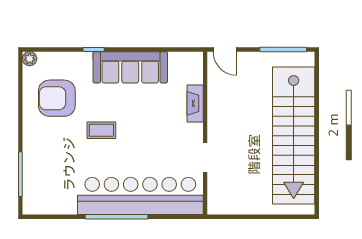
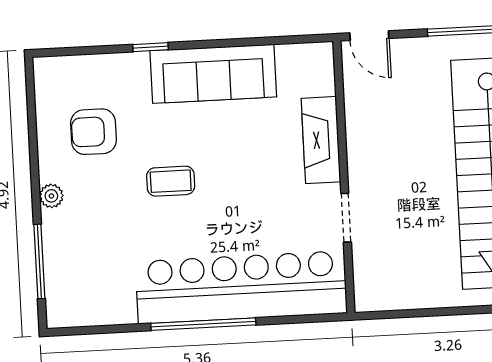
plant: (30, 59) -> (51, 196), moved
armchair: (57, 98) -> (93, 132), width x0.73, depth x0.73
fireplace: (195, 103) -> (321, 140), width x1.37, depth x1.32

